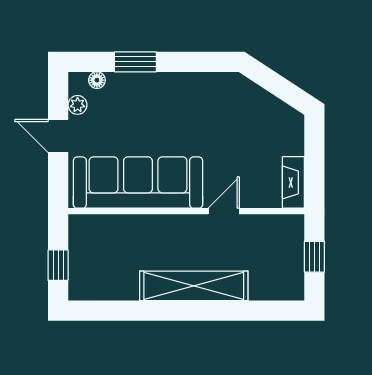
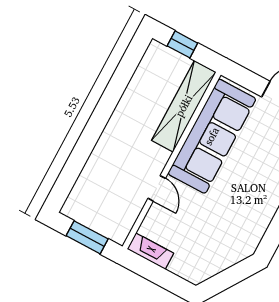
window: (314, 257) -> (87, 237), width x1.50
shelving: (194, 286) -> (184, 106), moved

